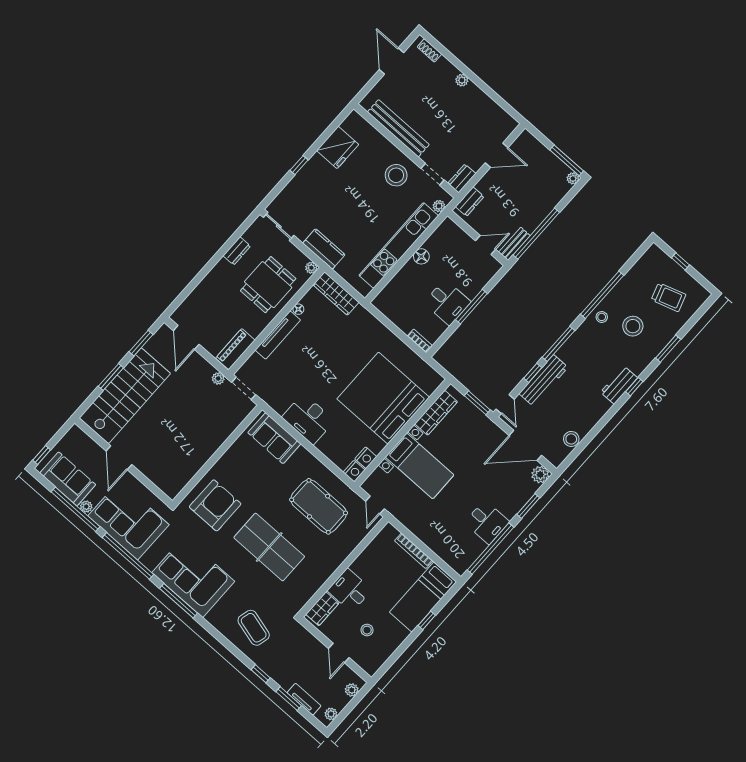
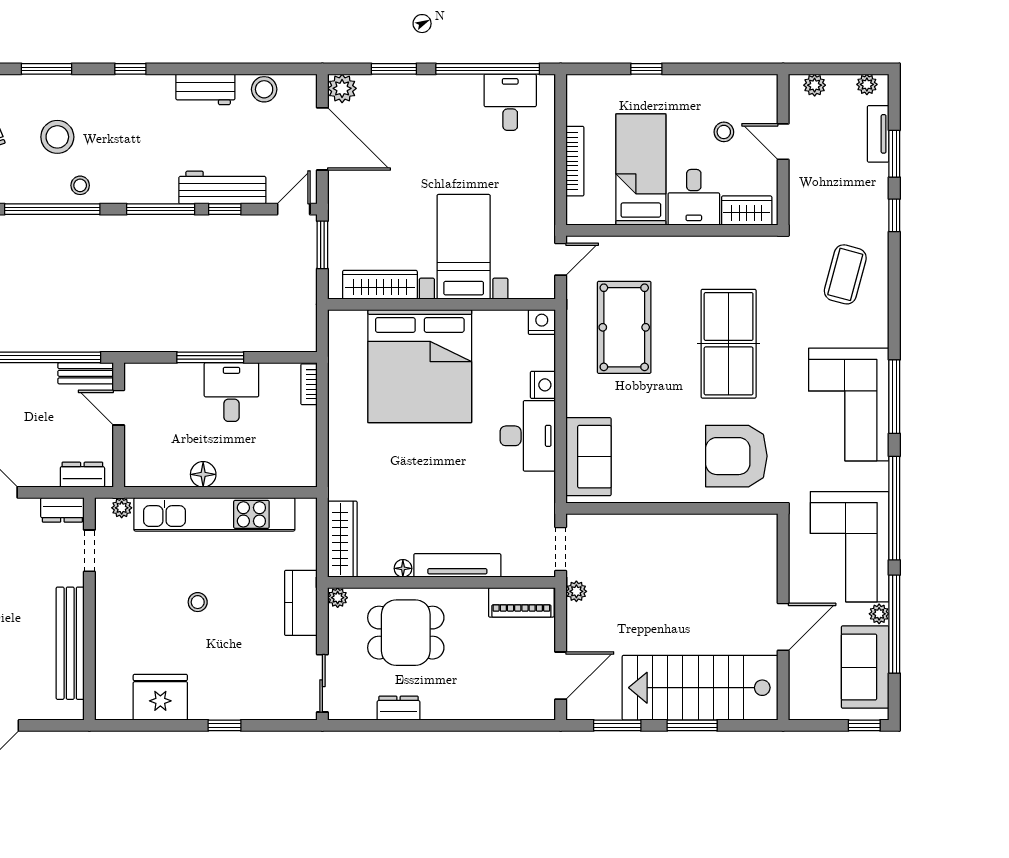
stool: (396, 175) -> (198, 602), moved, width x0.53, depth x0.53
workbench: (619, 385) -> (205, 89), moved
nightstand: (366, 458) -> (543, 385), moved, turned 90
desk: (487, 522) -> (510, 102), moved
bed: (423, 597) -> (641, 169), moved, turned -90
door: (339, 653) -> (783, 142), swing flipped

